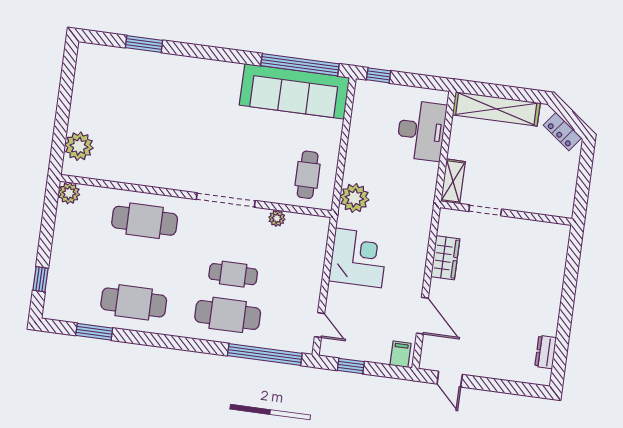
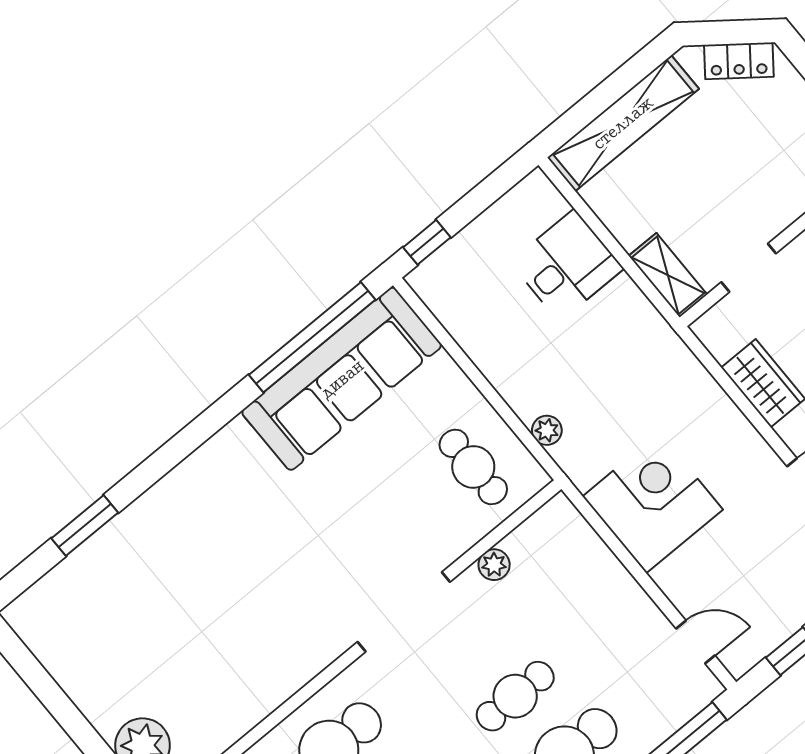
desk: (421, 131) -> (567, 265), width x0.73
plant: (354, 198) -> (547, 430), width x0.53, depth x0.53

